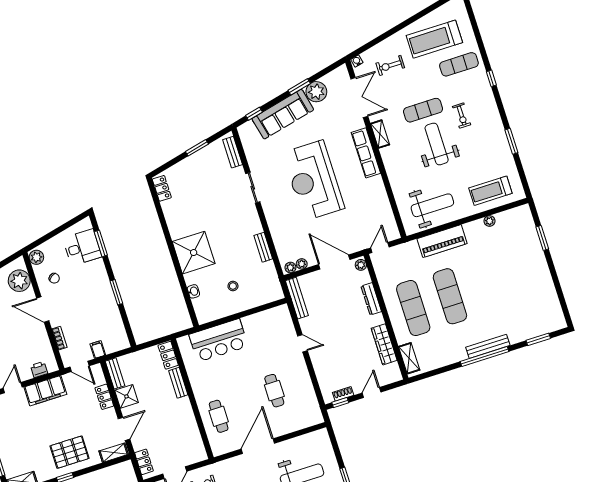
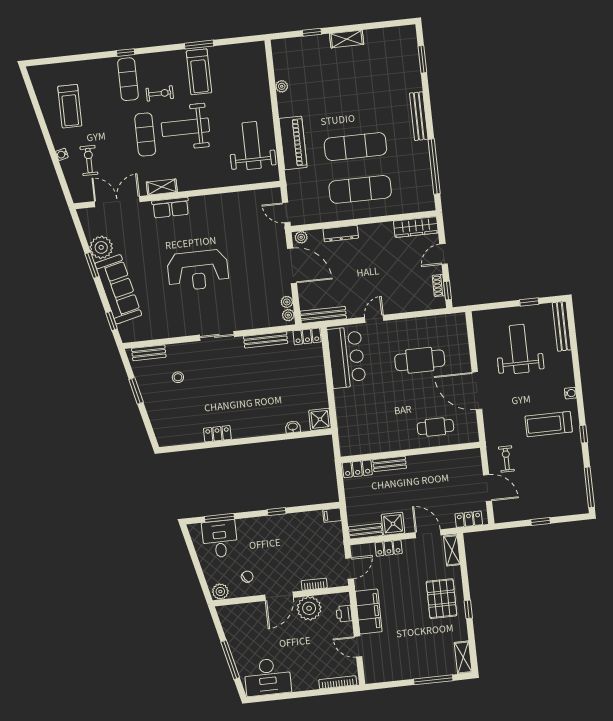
treadmill: (434, 39) -> (70, 106), width x0.73, depth x0.73
water cooler: (357, 61) -> (62, 154), moved
exercise mat: (459, 64) -> (128, 79), moved
exercise bike: (390, 65) -> (89, 160), turned 180
row of seats: (366, 153) -> (171, 208), width x0.68
reception desk: (314, 180) -> (198, 270), width x0.74, depth x0.77
locker: (162, 188) -> (217, 434), moved
sliding door: (253, 188) -> (217, 336), moved
treadmill: (490, 191) -> (199, 72), moved
window: (542, 238) -> (312, 32), width x0.67
bench: (263, 247) -> (266, 340), width x1.36
shower: (194, 253) -> (320, 419), moved, width x0.54, depth x0.54
door: (334, 262) -> (292, 266), swing flipped
plant: (19, 281) -> (309, 608), moved
stool: (233, 286) -> (178, 377), moved
locker: (275, 288) -> (307, 336), added
window: (116, 292) -> (277, 512), width x0.67
bar counter: (218, 340) -> (346, 357), moved
wardrobe: (384, 344) -> (416, 227), moved
filing cabinet: (98, 350) -> (332, 515), moved
window: (485, 357) -> (434, 167), moved
shelving: (409, 358) -> (347, 39), moved
cafe table: (274, 391) -> (420, 360), width x1.37, depth x1.35
door: (372, 393) -> (444, 254), hinge flipped

